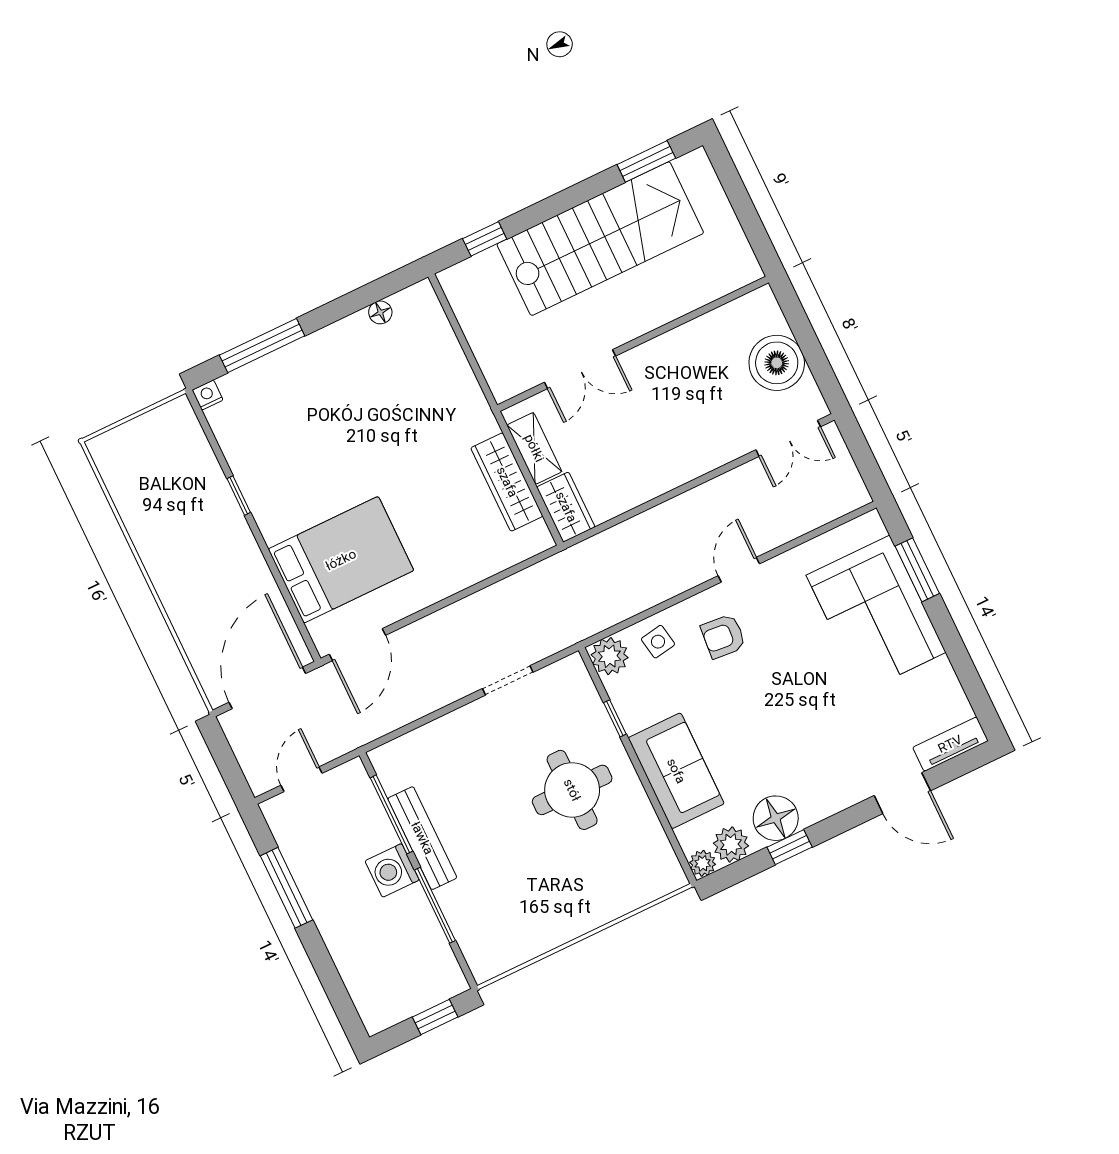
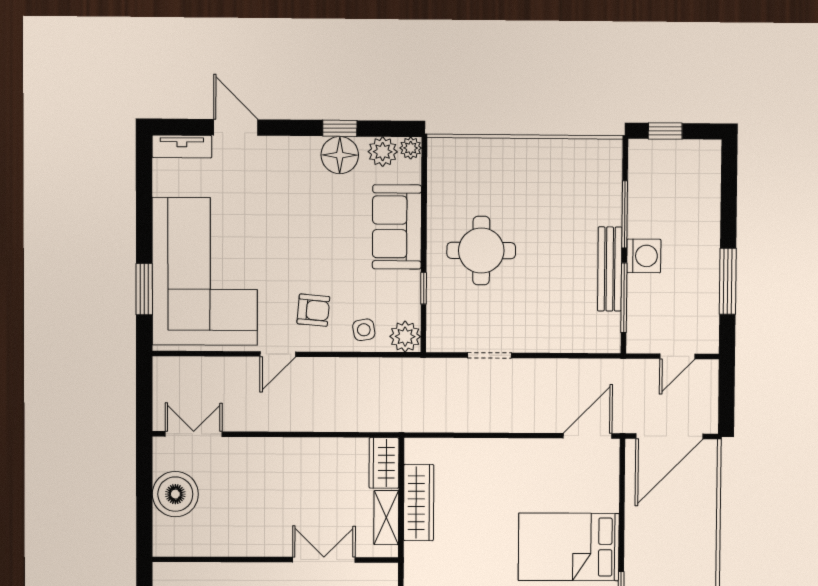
bed: (341, 560) -> (569, 547), moved
corner sofa: (876, 614) -> (205, 272), width x1.36, depth x1.36

